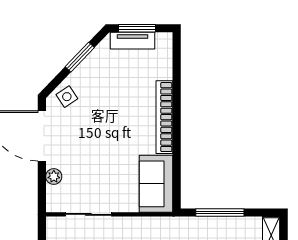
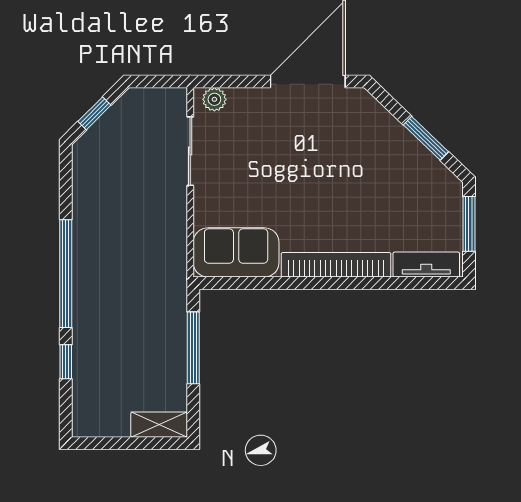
tv unit: (132, 41) -> (426, 265), moved, turned 90
side table: (67, 97) -> (367, 119), removed
plant: (54, 177) -> (214, 99), moved

